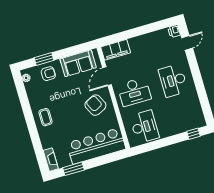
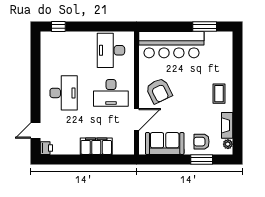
filing cabinet: (116, 50) -> (96, 146), moved
desk: (134, 92) -> (111, 93), turned 180
fireplace: (51, 160) -> (227, 125), moved

